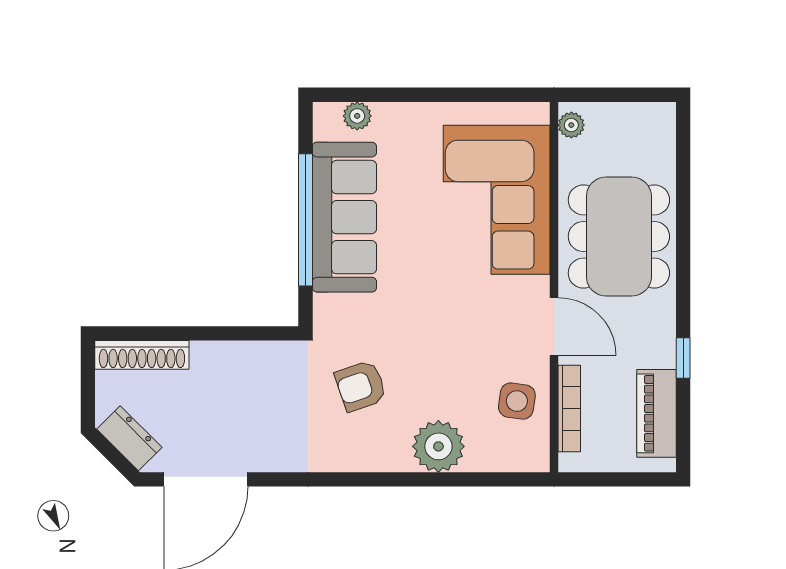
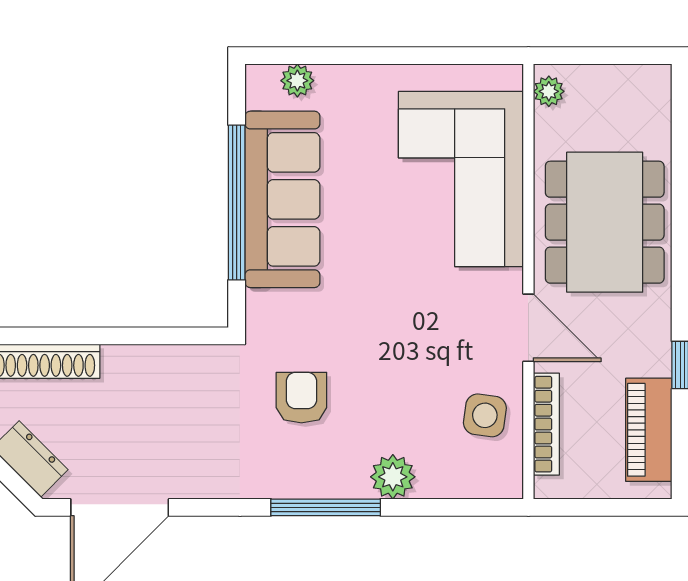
armchair: (361, 386) -> (301, 398), turned 109
plant: (438, 446) -> (393, 477), width x0.73, depth x0.73
window: (381, 479) -> (326, 507), added

